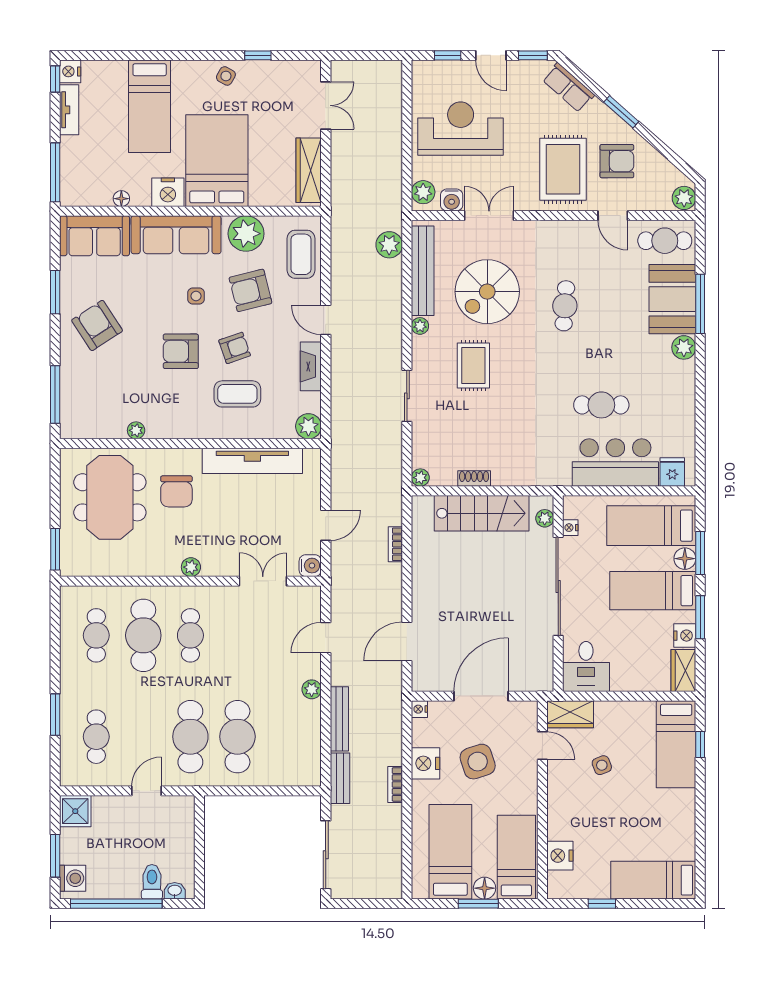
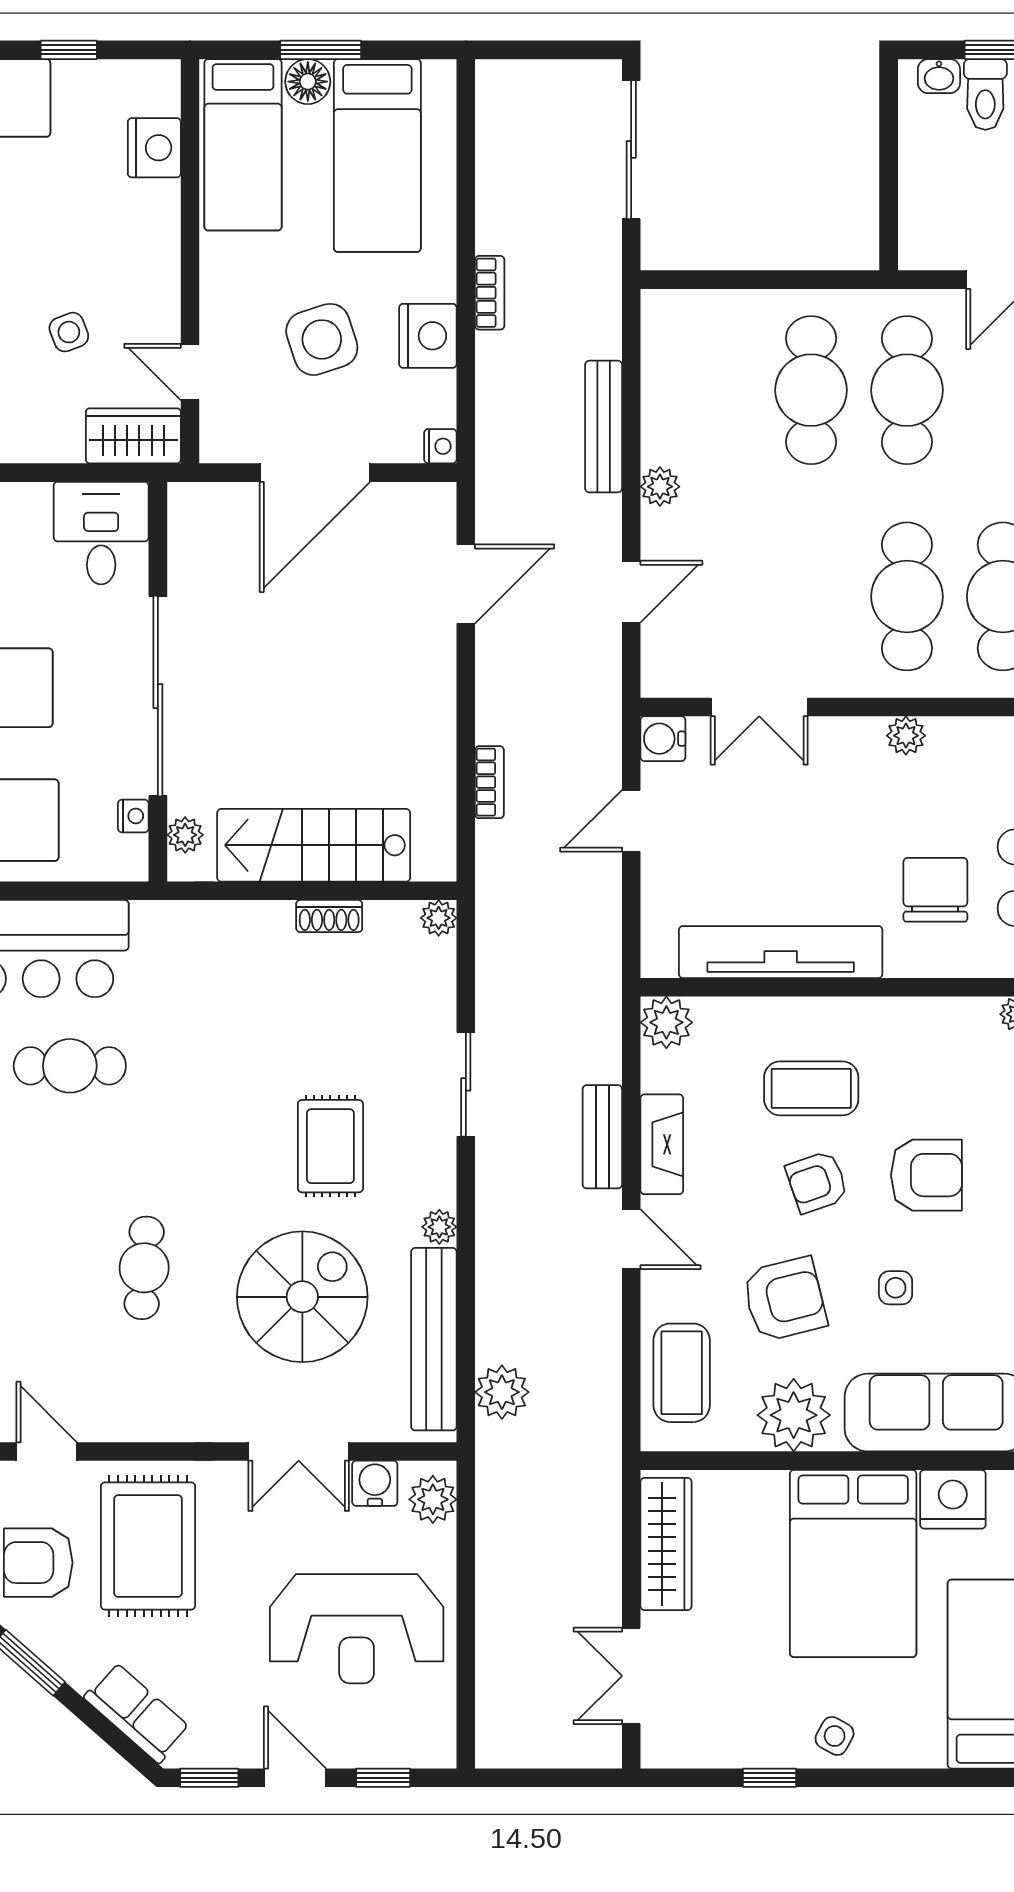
cafe table: (190, 635) -> (907, 596), width x1.37, depth x1.35
bench: (340, 778) -> (602, 1137), moved

